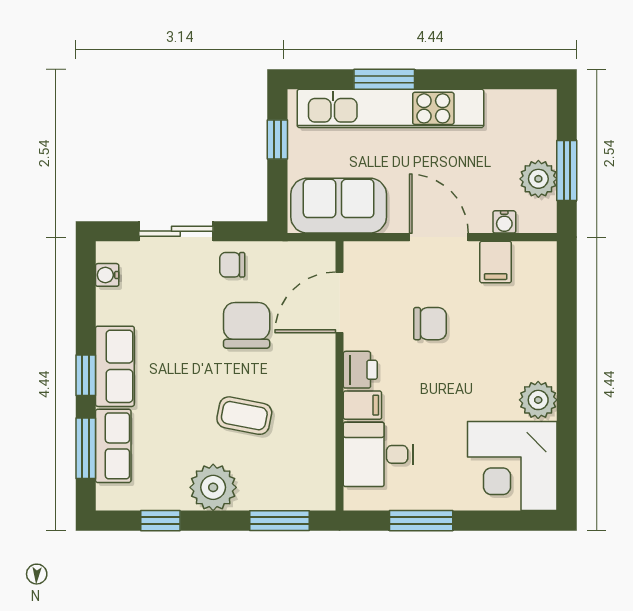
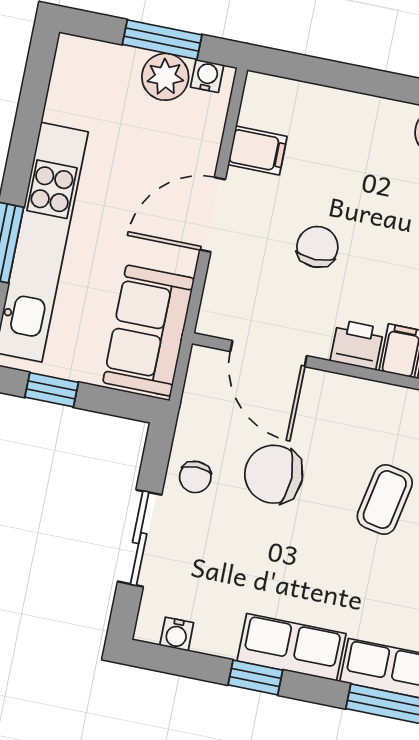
water cooler: (504, 222) -> (207, 76), moved, turned -90
window: (86, 375) -> (255, 678), moved

